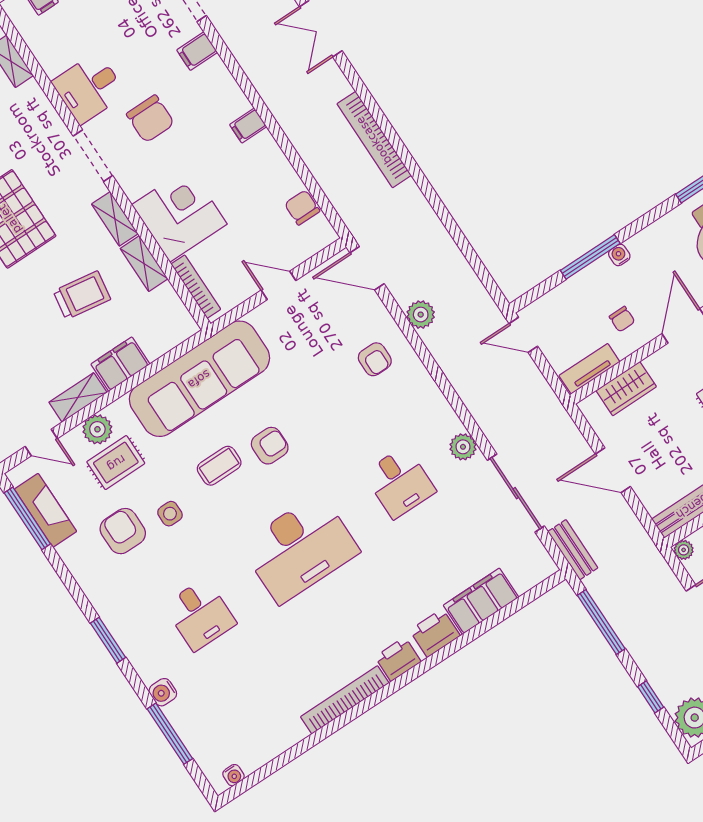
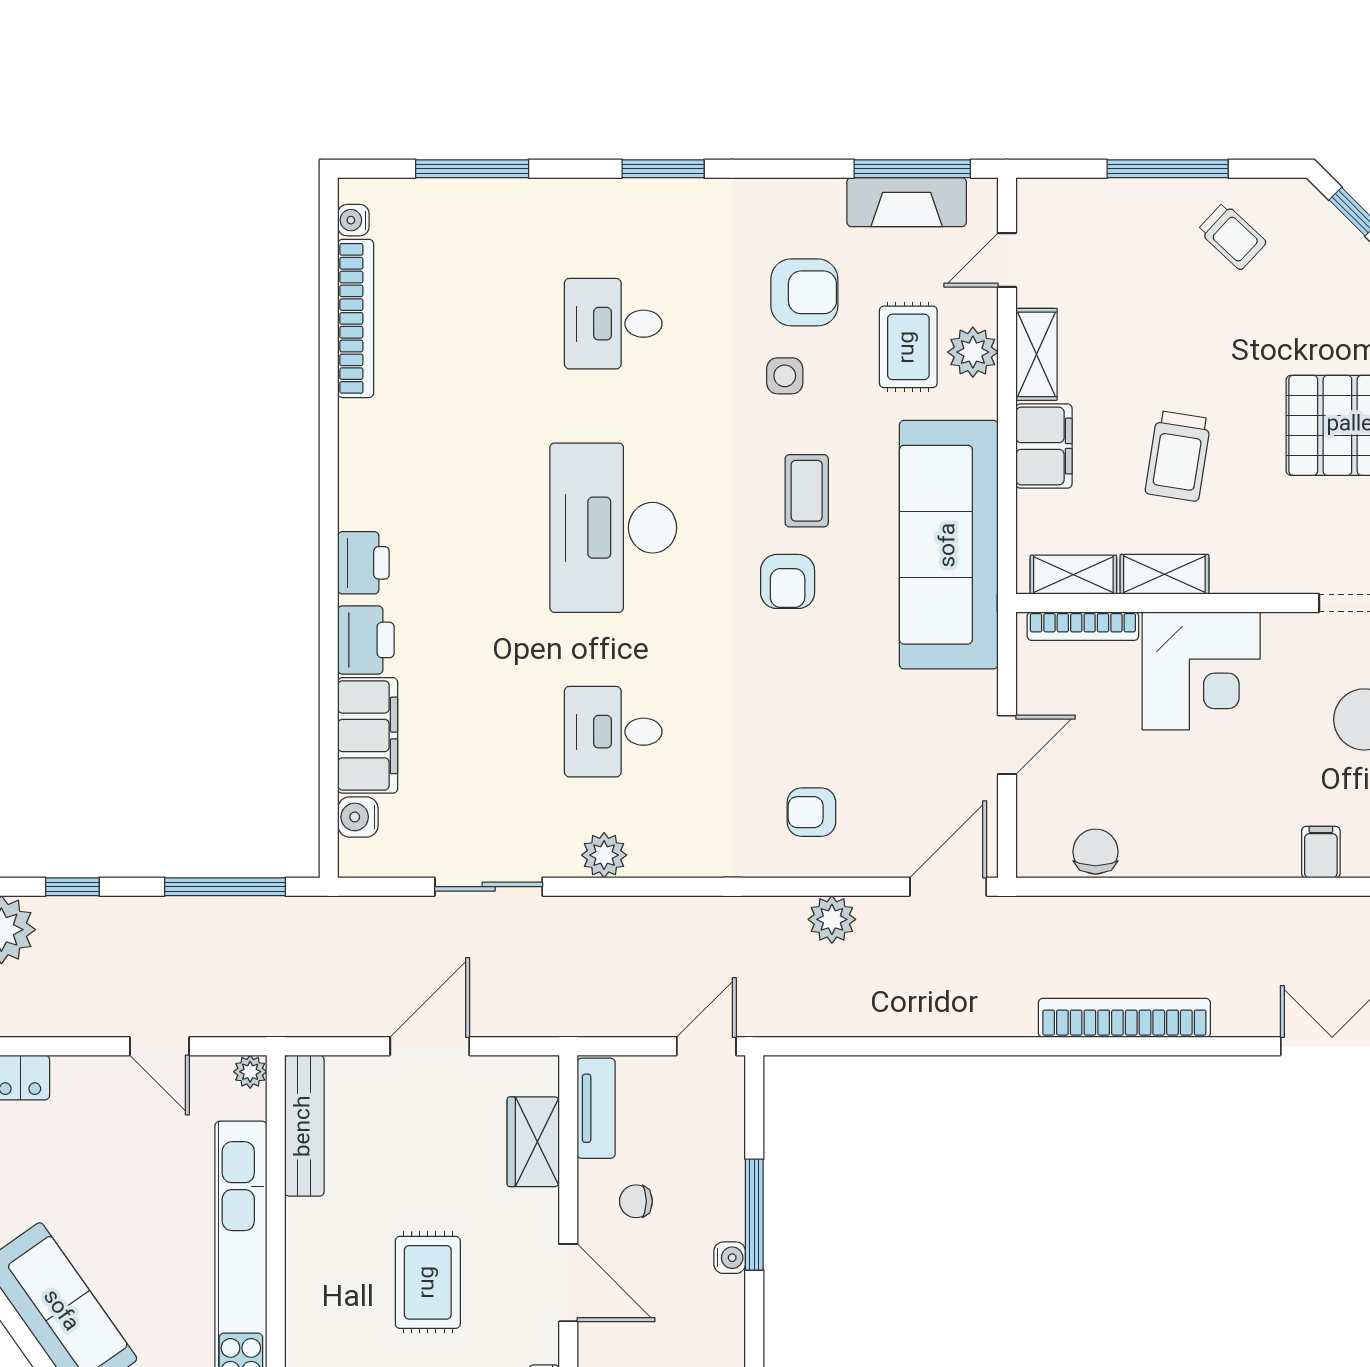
filing cabinet: (248, 126) -> (1321, 852), moved
chair: (302, 208) -> (1096, 852), turned -90
shelving: (115, 219) -> (1073, 575), moved
sliding door: (516, 493) -> (489, 887), width x0.73
bench: (573, 550) -> (355, 914), removed
water cooler: (163, 692) -> (358, 817), moved, turned -90
bookcase: (345, 700) -> (356, 318), moved

